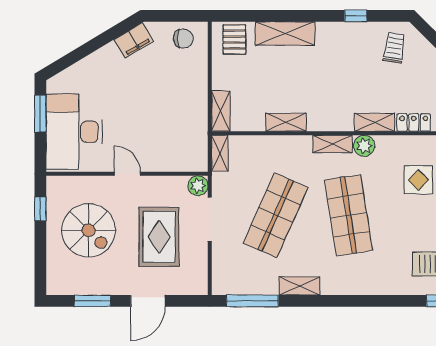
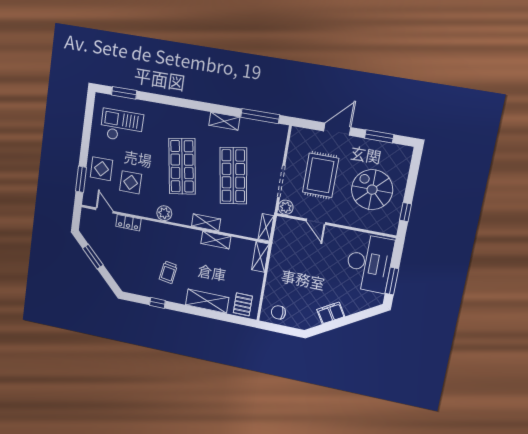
filing cabinet: (134, 40) -> (331, 313), moved
trolley: (394, 48) -> (168, 272), moved
shelving: (375, 122) -> (155, 228), removed
shelving: (333, 144) -> (206, 223), moved
door: (127, 174) -> (316, 222), moved
shop shelf: (276, 215) -> (233, 176), turned -33

